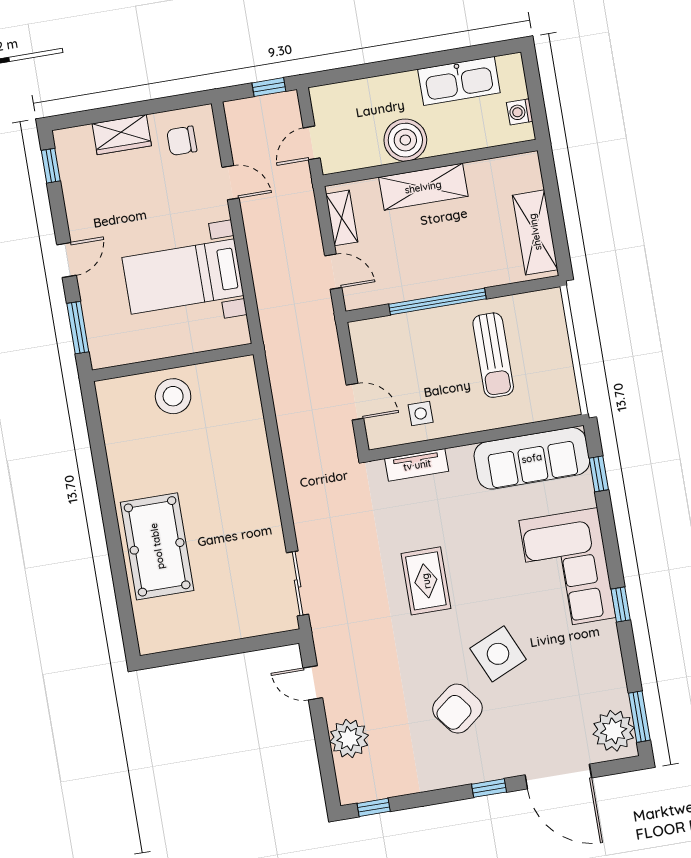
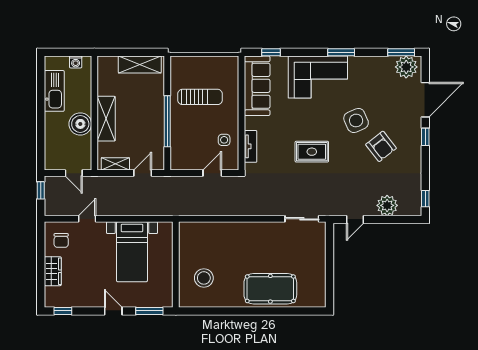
stool: (173, 396) -> (204, 278), moved
window: (621, 605) -> (341, 52), width x1.50

